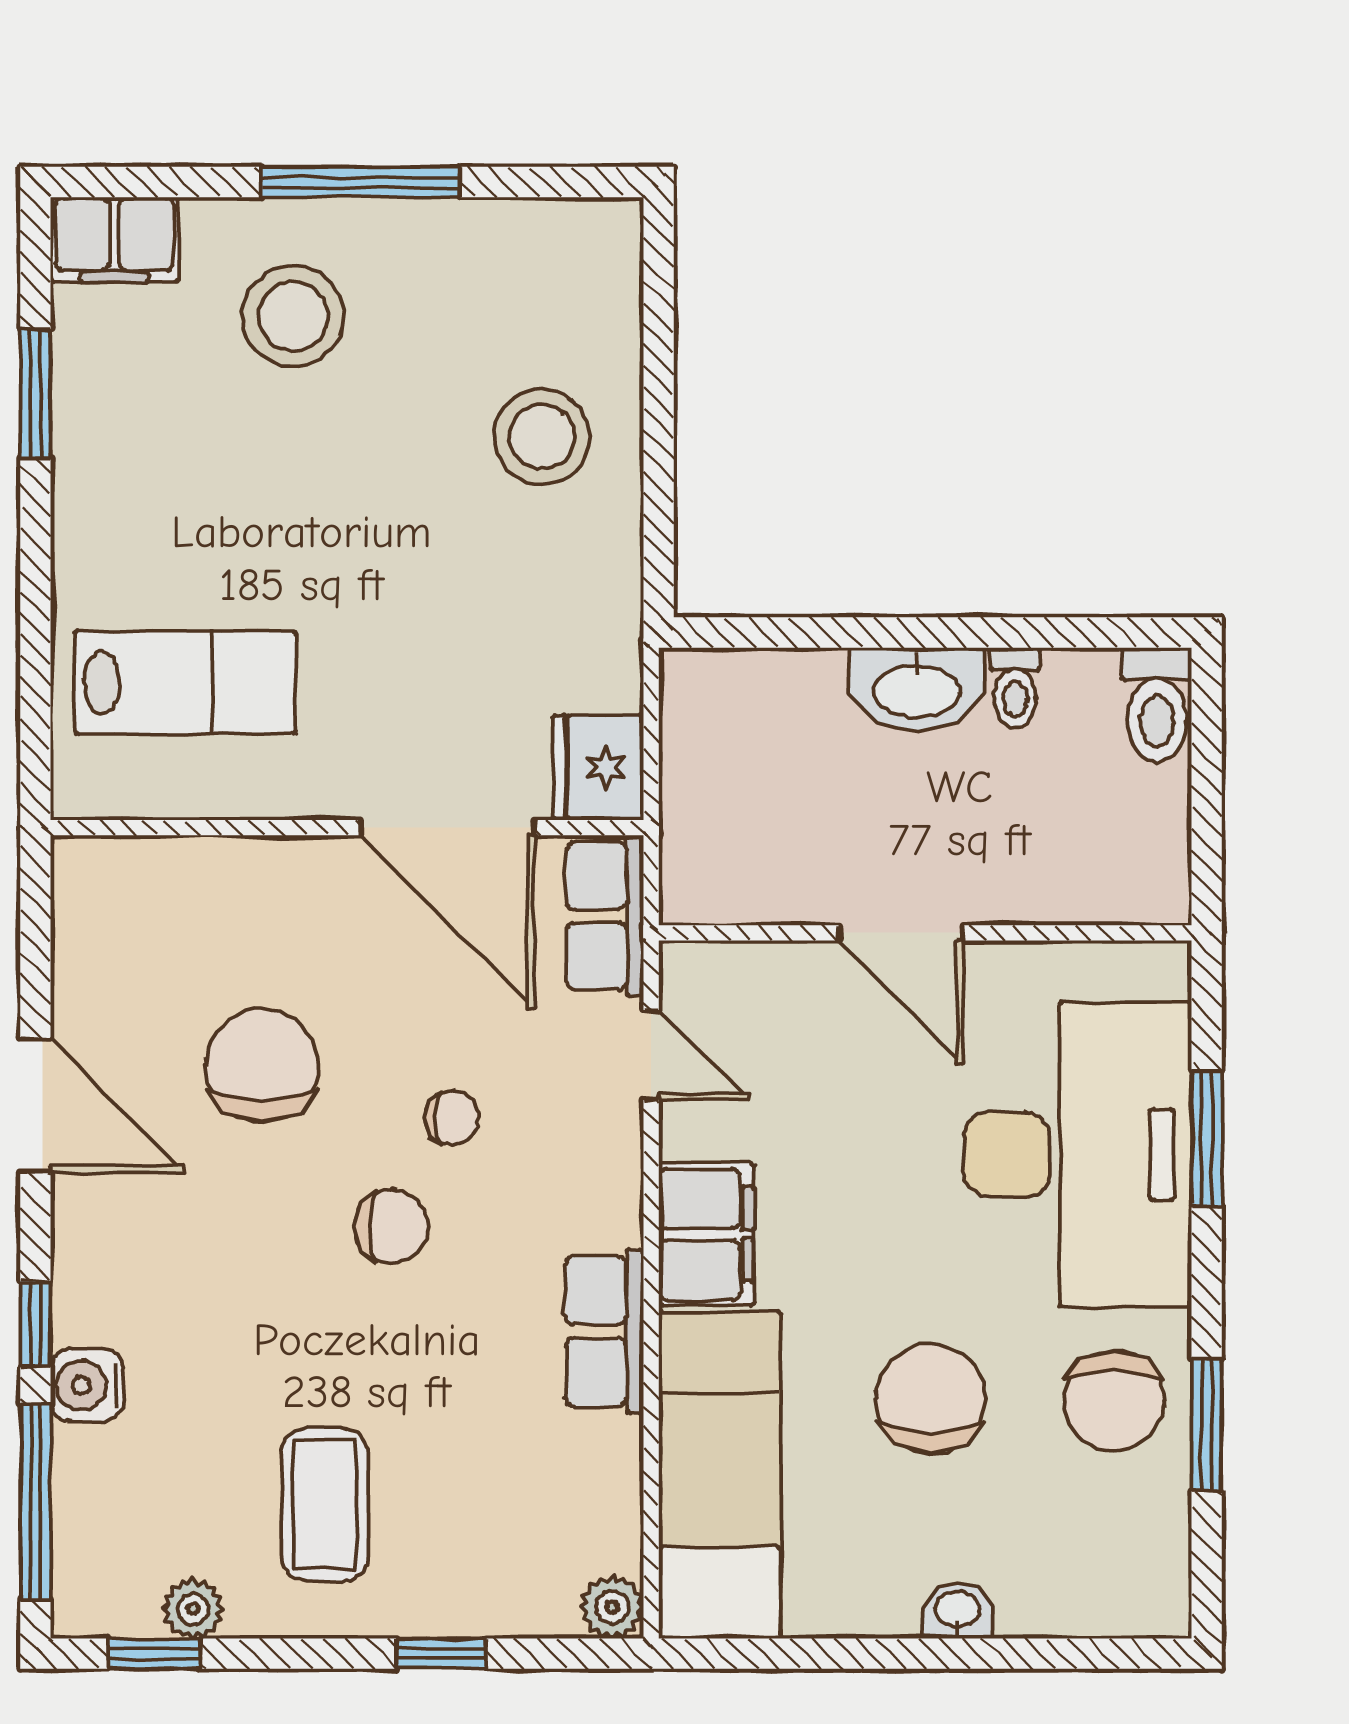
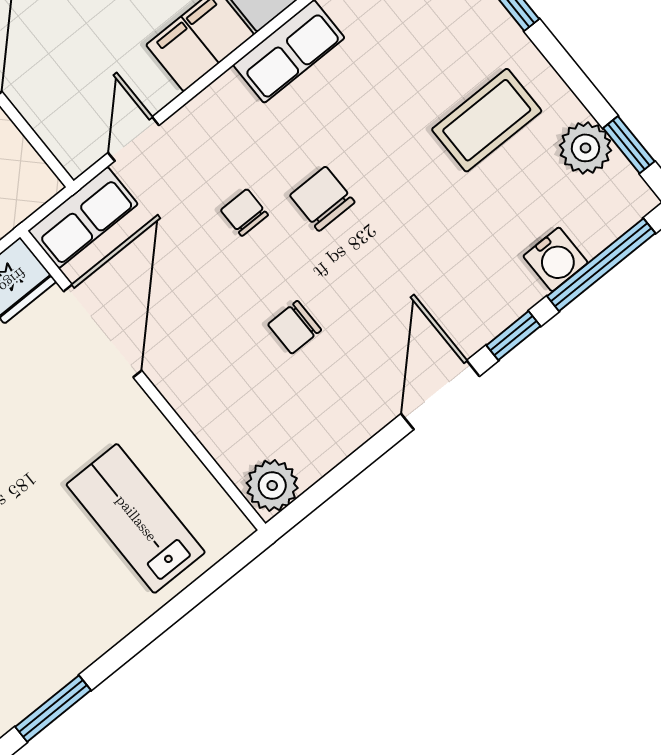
plant: (91, 882) -> (272, 486), added
chair: (262, 1065) -> (295, 327), width x0.54, depth x0.54
door: (35, 1105) -> (440, 395), moved
water cooler: (87, 1385) -> (556, 259), moved
plant: (193, 1609) -> (585, 148), width x1.38, depth x1.38

